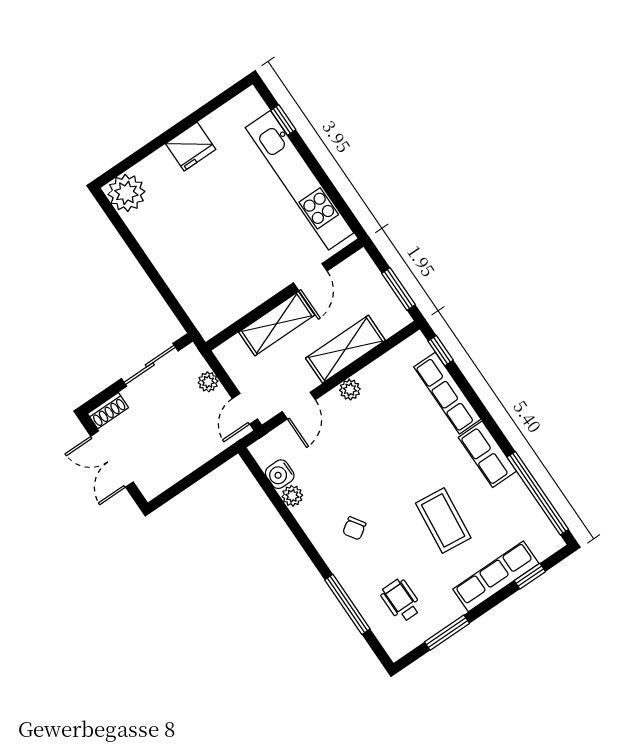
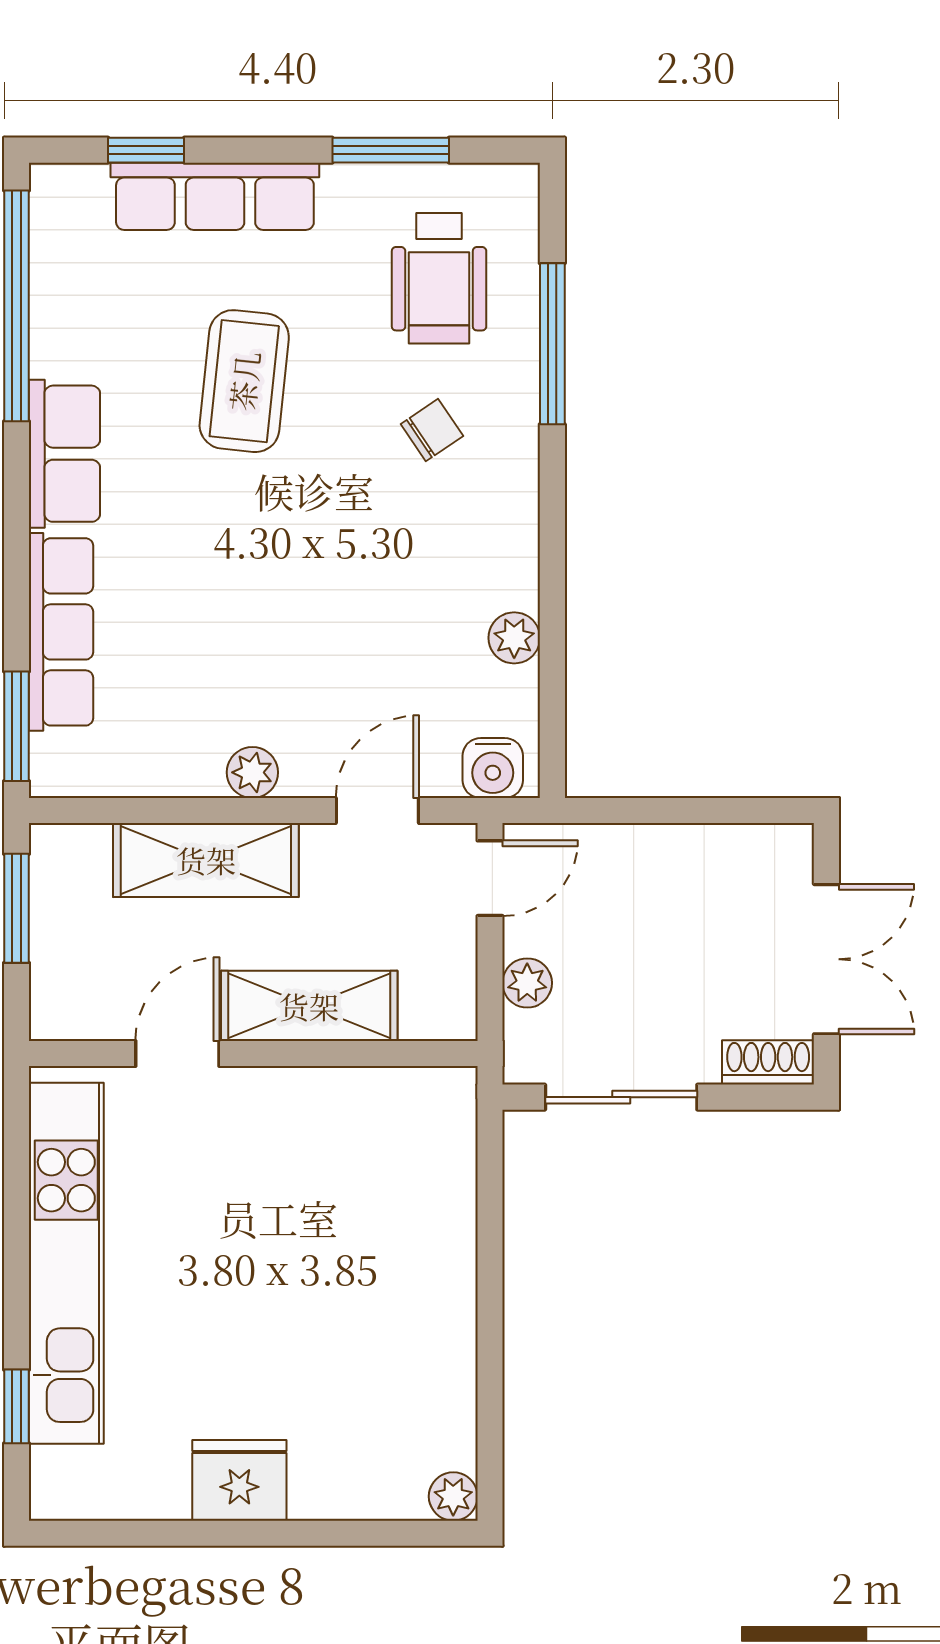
plant: (126, 193) -> (453, 1496), width x0.53, depth x0.53
window: (441, 351) -> (17, 726), width x1.50
water cooler: (280, 474) -> (493, 768), moved, turned 90
chair: (354, 528) -> (432, 430), moved
wheelchair: (401, 600) -> (439, 278), width x1.36, depth x1.37

